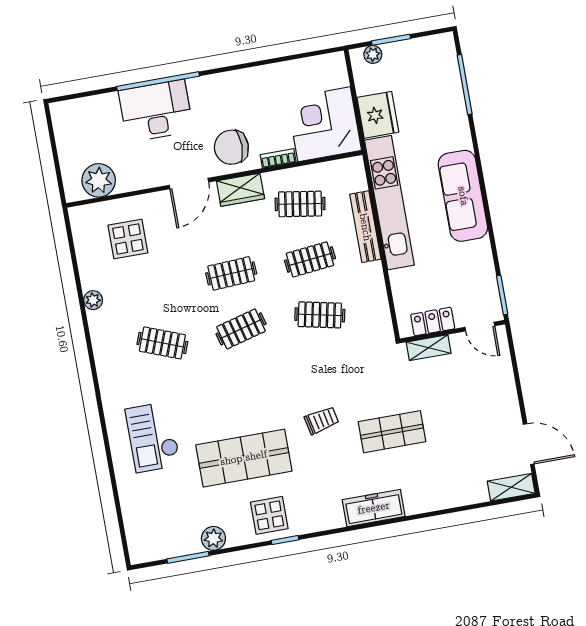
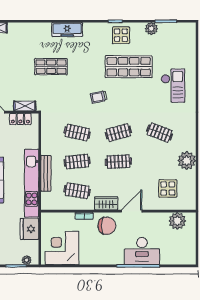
corner desk: (324, 124) -> (62, 248), moved, turned 180
plant: (93, 300) -> (187, 161), width x1.88, depth x1.88
trolley: (322, 420) -> (99, 97), moved

